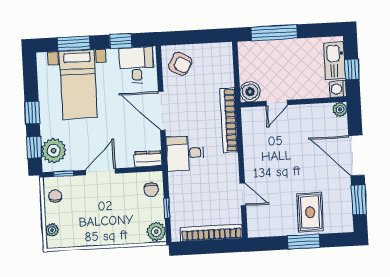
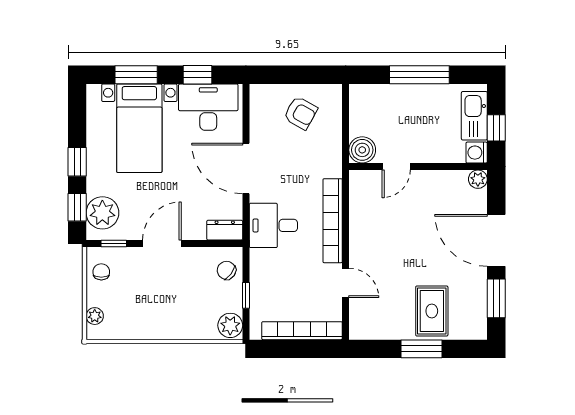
window: (274, 33) -> (419, 75), moved
armchair: (180, 64) -> (301, 113), moved
desk: (137, 65) -> (208, 107), width x1.37
bookcase: (229, 120) -> (333, 221), moved
chair: (151, 190) -> (227, 270), turned 127

